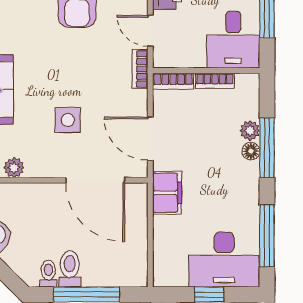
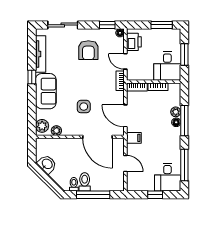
filing cabinet: (167, 193) -> (134, 138), width x0.50
door: (150, 233) -> (125, 163), added
desk: (224, 260) -> (167, 177), width x0.73

